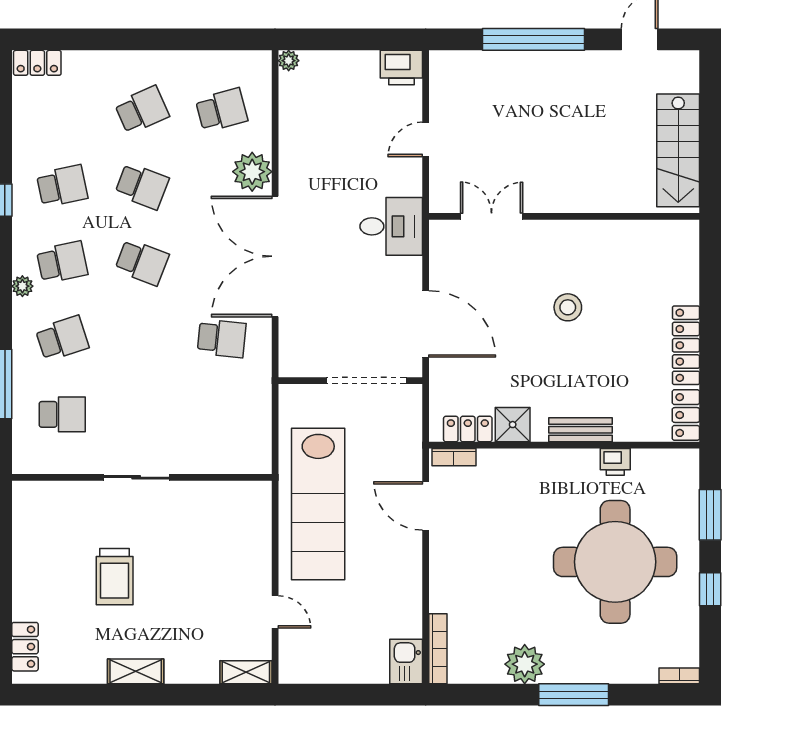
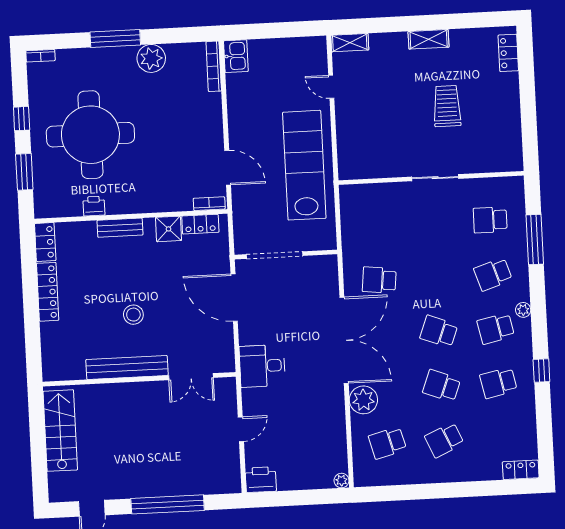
bench: (580, 234) -> (127, 367), added

